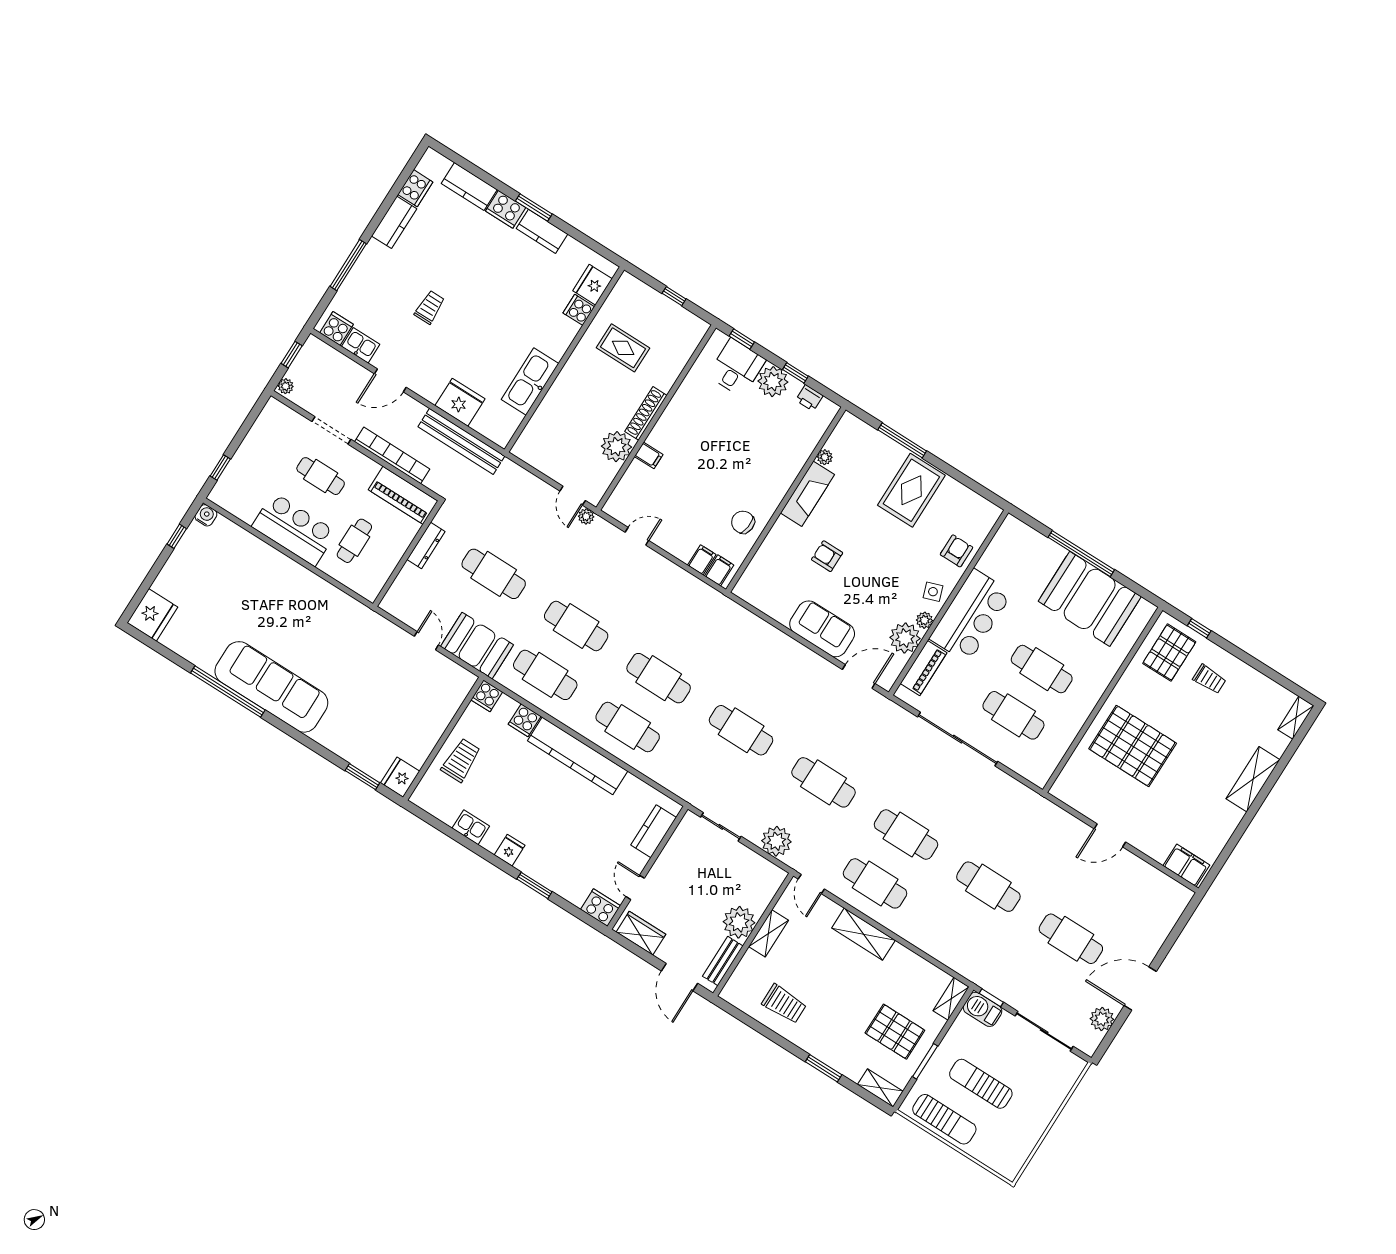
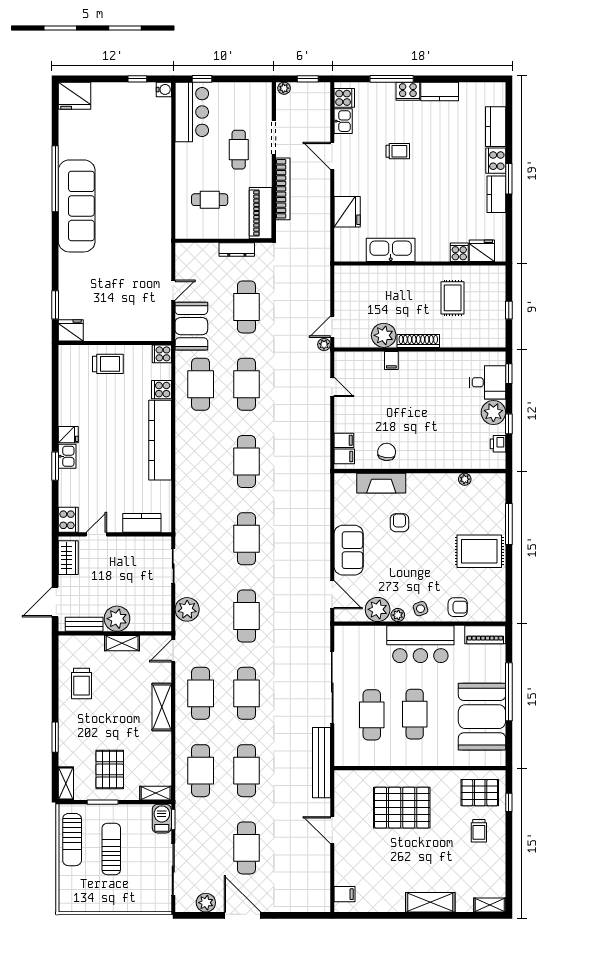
cooker: (415, 188) -> (408, 91), moved
bench: (461, 441) -> (322, 763), moved
fireplace: (807, 494) -> (381, 483), moved
bar counter: (294, 529) -> (192, 112), moved
piano: (924, 668) -> (485, 635), moved
cafe table: (628, 727) -> (201, 771), moved
pallet: (1133, 746) -> (402, 808), turned 90
kitchen sink: (471, 827) -> (67, 456), moved
filing cabinet: (1186, 865) -> (344, 894), width x0.50

